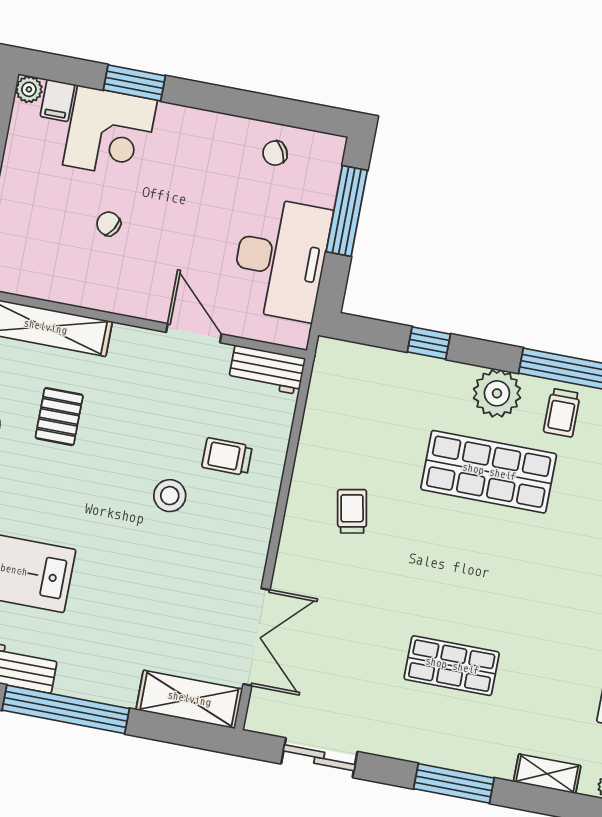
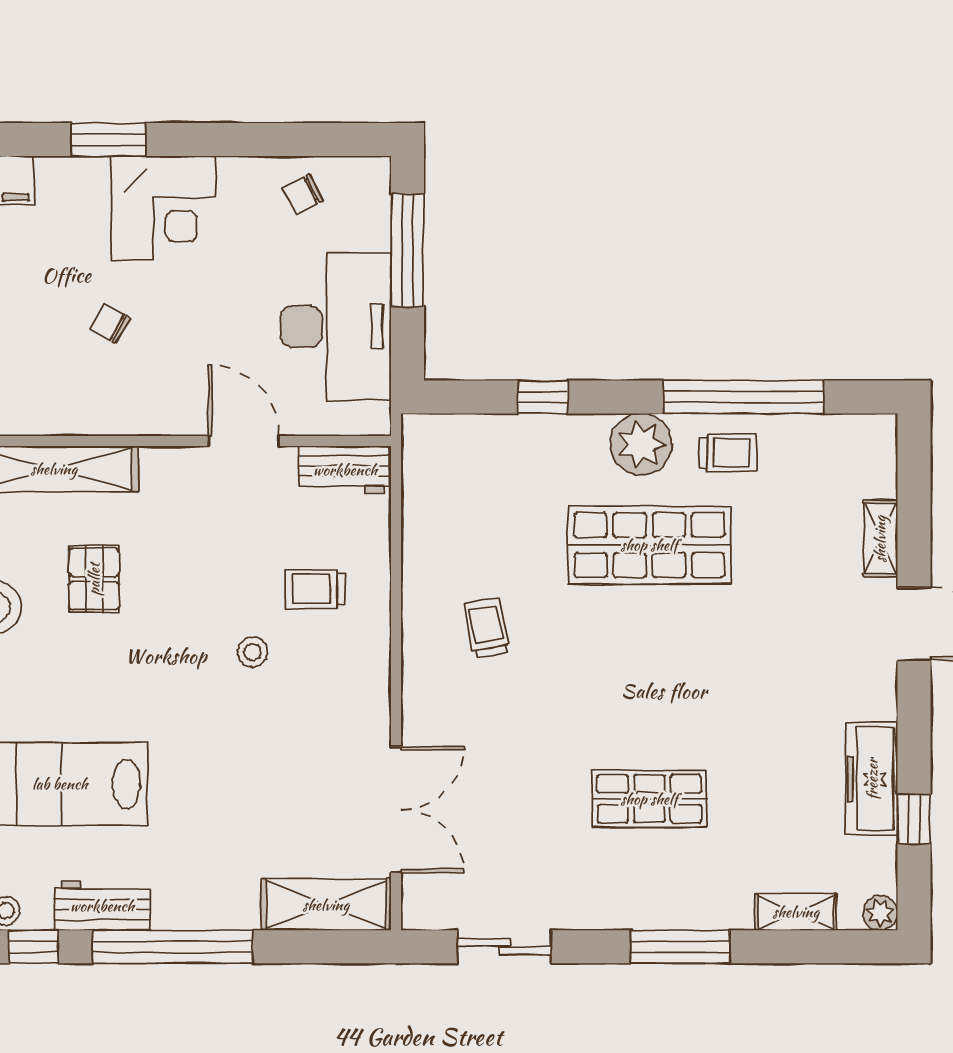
corner desk: (110, 133) -> (163, 208), moved
trolley: (562, 413) -> (728, 453), turned -90
stool: (170, 496) -> (253, 652), width x0.73, depth x0.73

